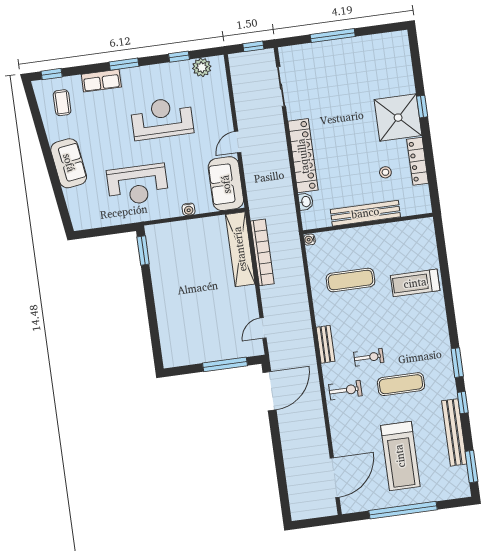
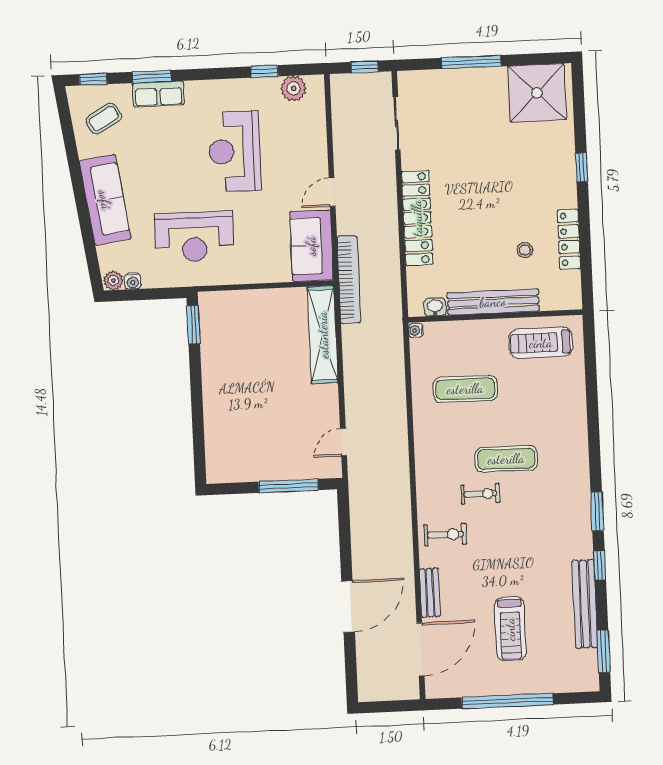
window: (124, 64) -> (152, 77), moved
coffee table: (62, 103) -> (104, 119), turned 60
reception desk: (162, 118) -> (235, 151), turned -90
shower: (398, 118) -> (537, 93), moved
sofa: (69, 163) -> (105, 200), width x1.36
washbasin: (306, 202) -> (435, 307), moved, turned -90
water cooler: (189, 209) -> (133, 281), moved
plant: (80, 223) -> (113, 280), added
bookcase: (262, 252) -> (349, 280), moved
treadmill: (415, 283) -> (541, 343), moved
bench: (325, 344) -> (430, 593), moved
exercise mat: (401, 384) -> (506, 459), moved
door: (270, 391) -> (348, 606), moved
treadmill: (400, 456) -> (510, 629), width x0.73, depth x0.73

